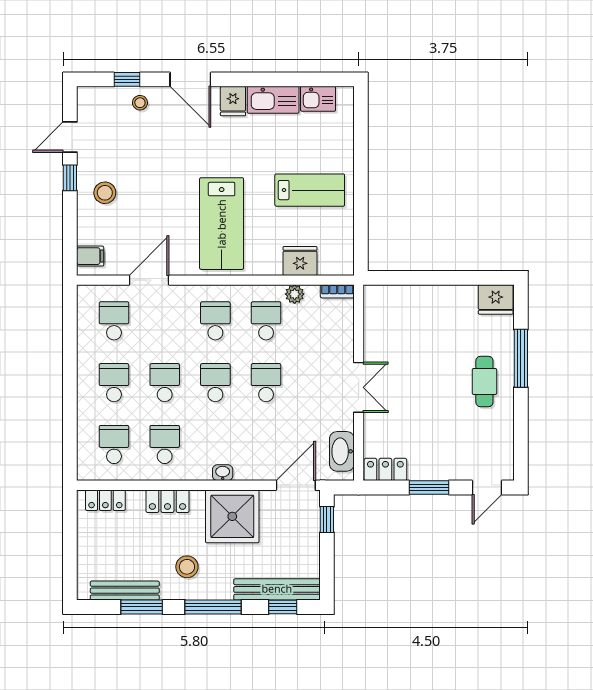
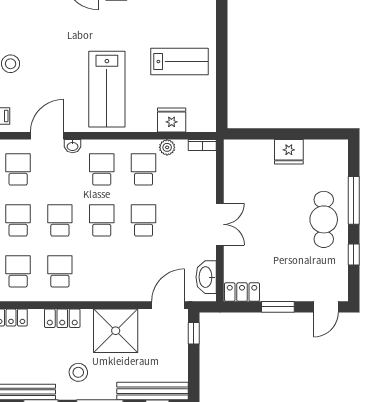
fridge: (496, 299) -> (289, 152), moved
cafe table: (484, 381) -> (324, 219), width x1.37, depth x1.35
window: (521, 424) -> (354, 254), added
washbasin: (223, 473) -> (73, 146), moved, turned 180

